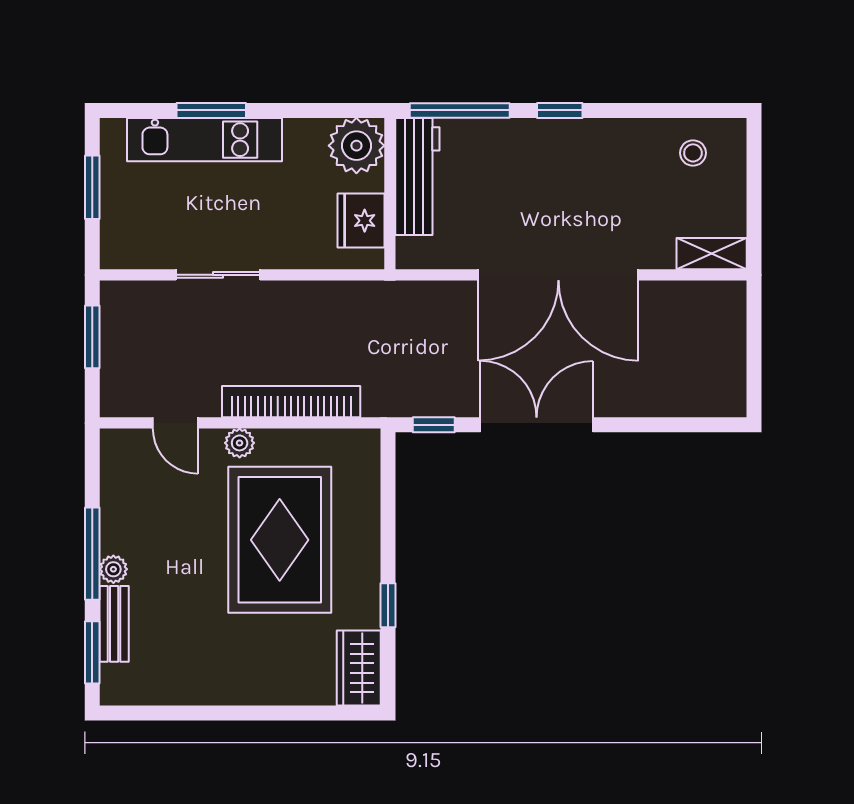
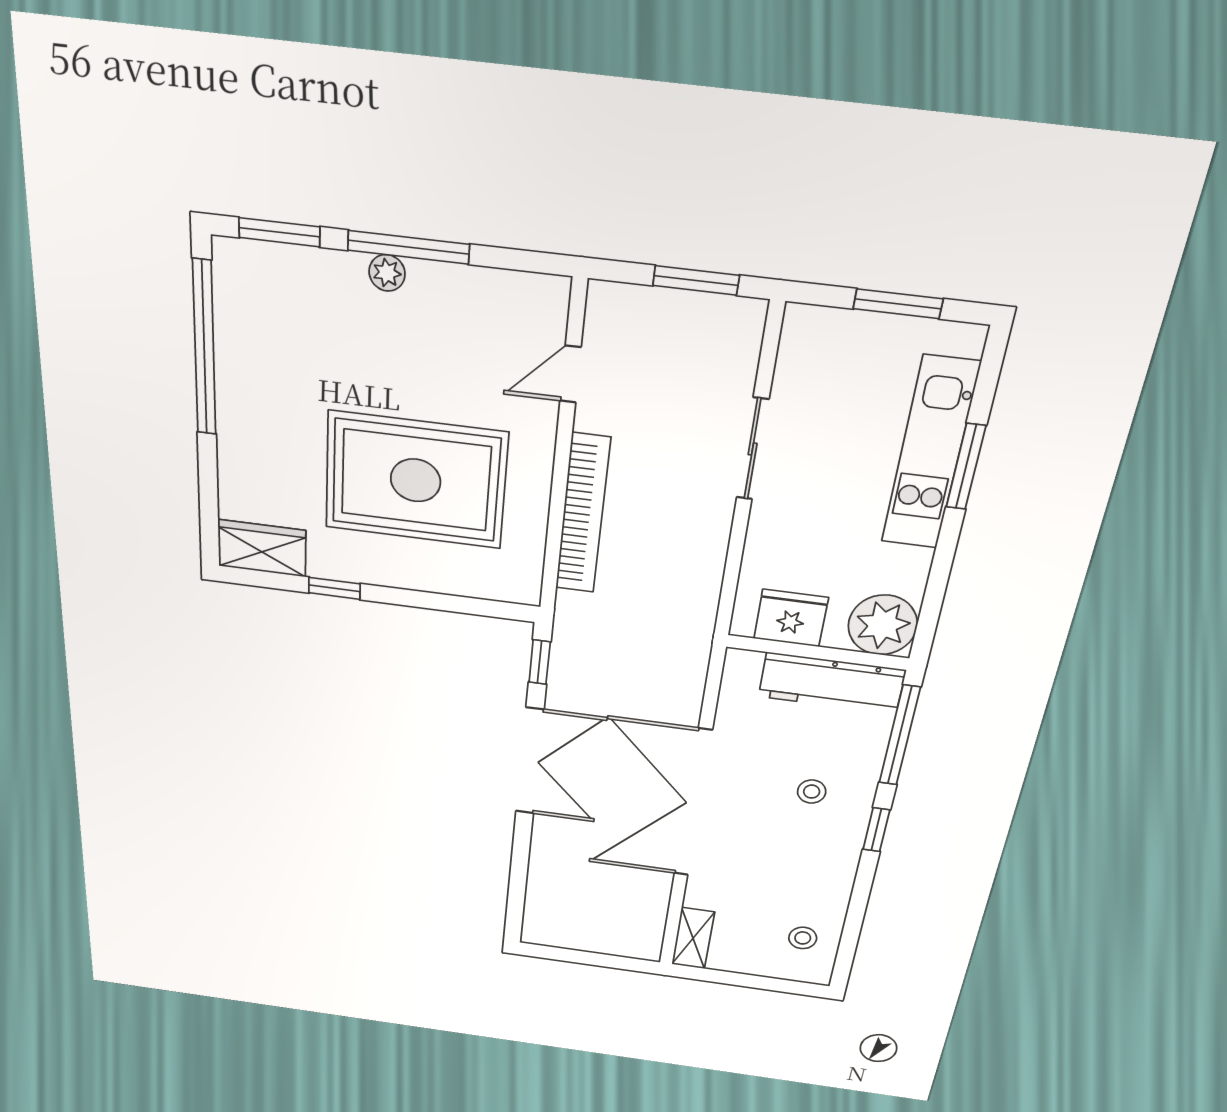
stool: (529, 174) -> (812, 792), added
plant: (240, 443) -> (538, 449), removed
bench: (114, 624) -> (316, 265), removed
window: (190, 713) -> (204, 349), added

